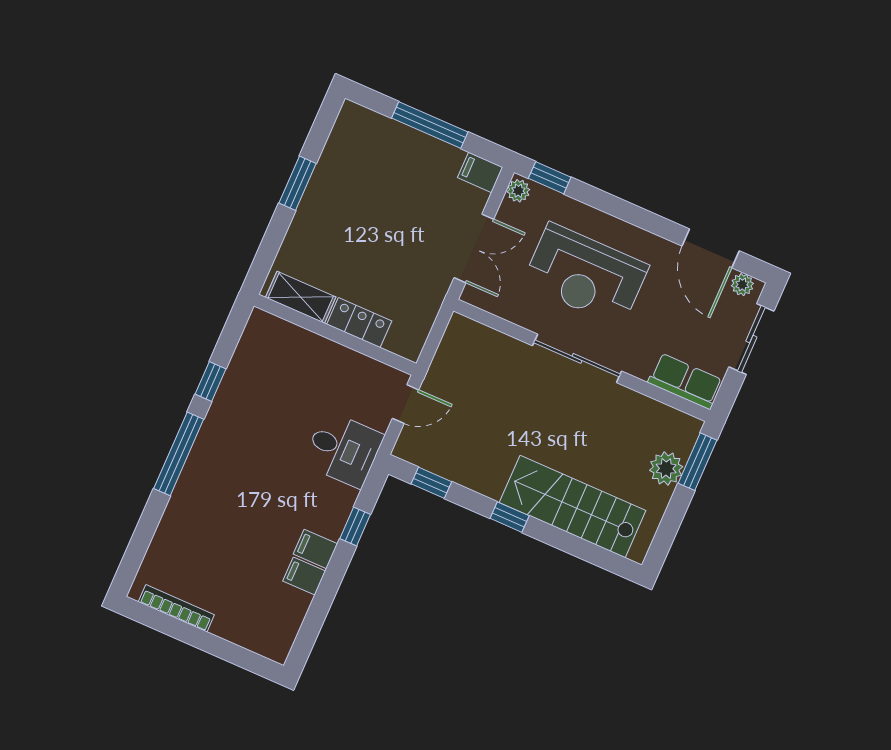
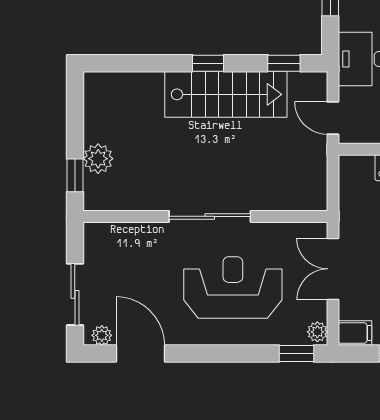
row of seats: (685, 381) -> (114, 236), removed
door: (406, 404) -> (333, 118), hinge flipped
window: (698, 462) -> (75, 175), width x0.67
stairs: (573, 507) -> (226, 94), moved

